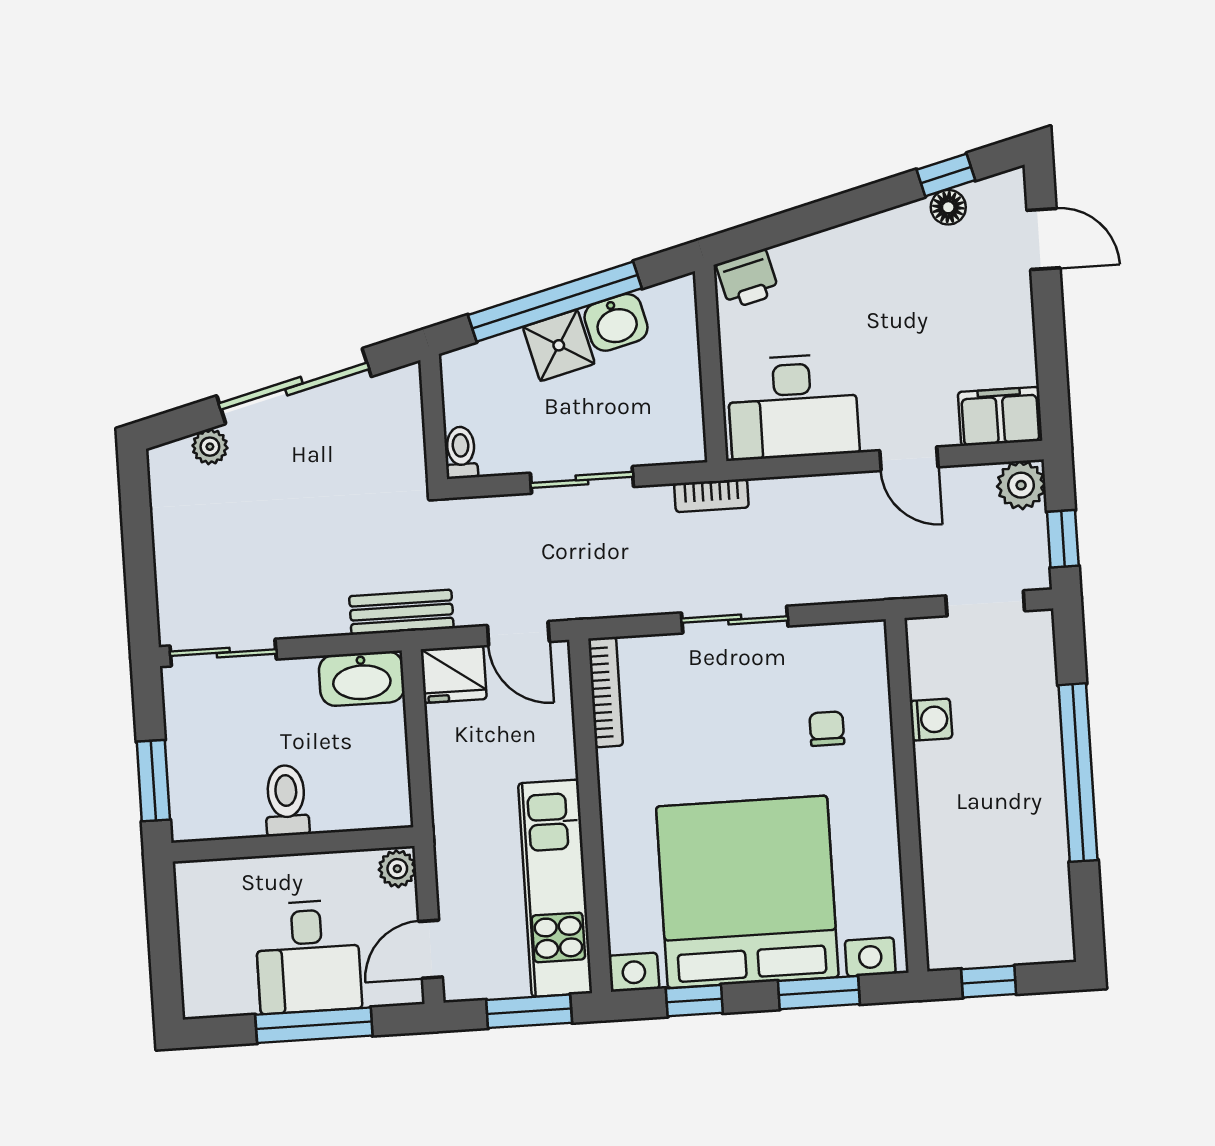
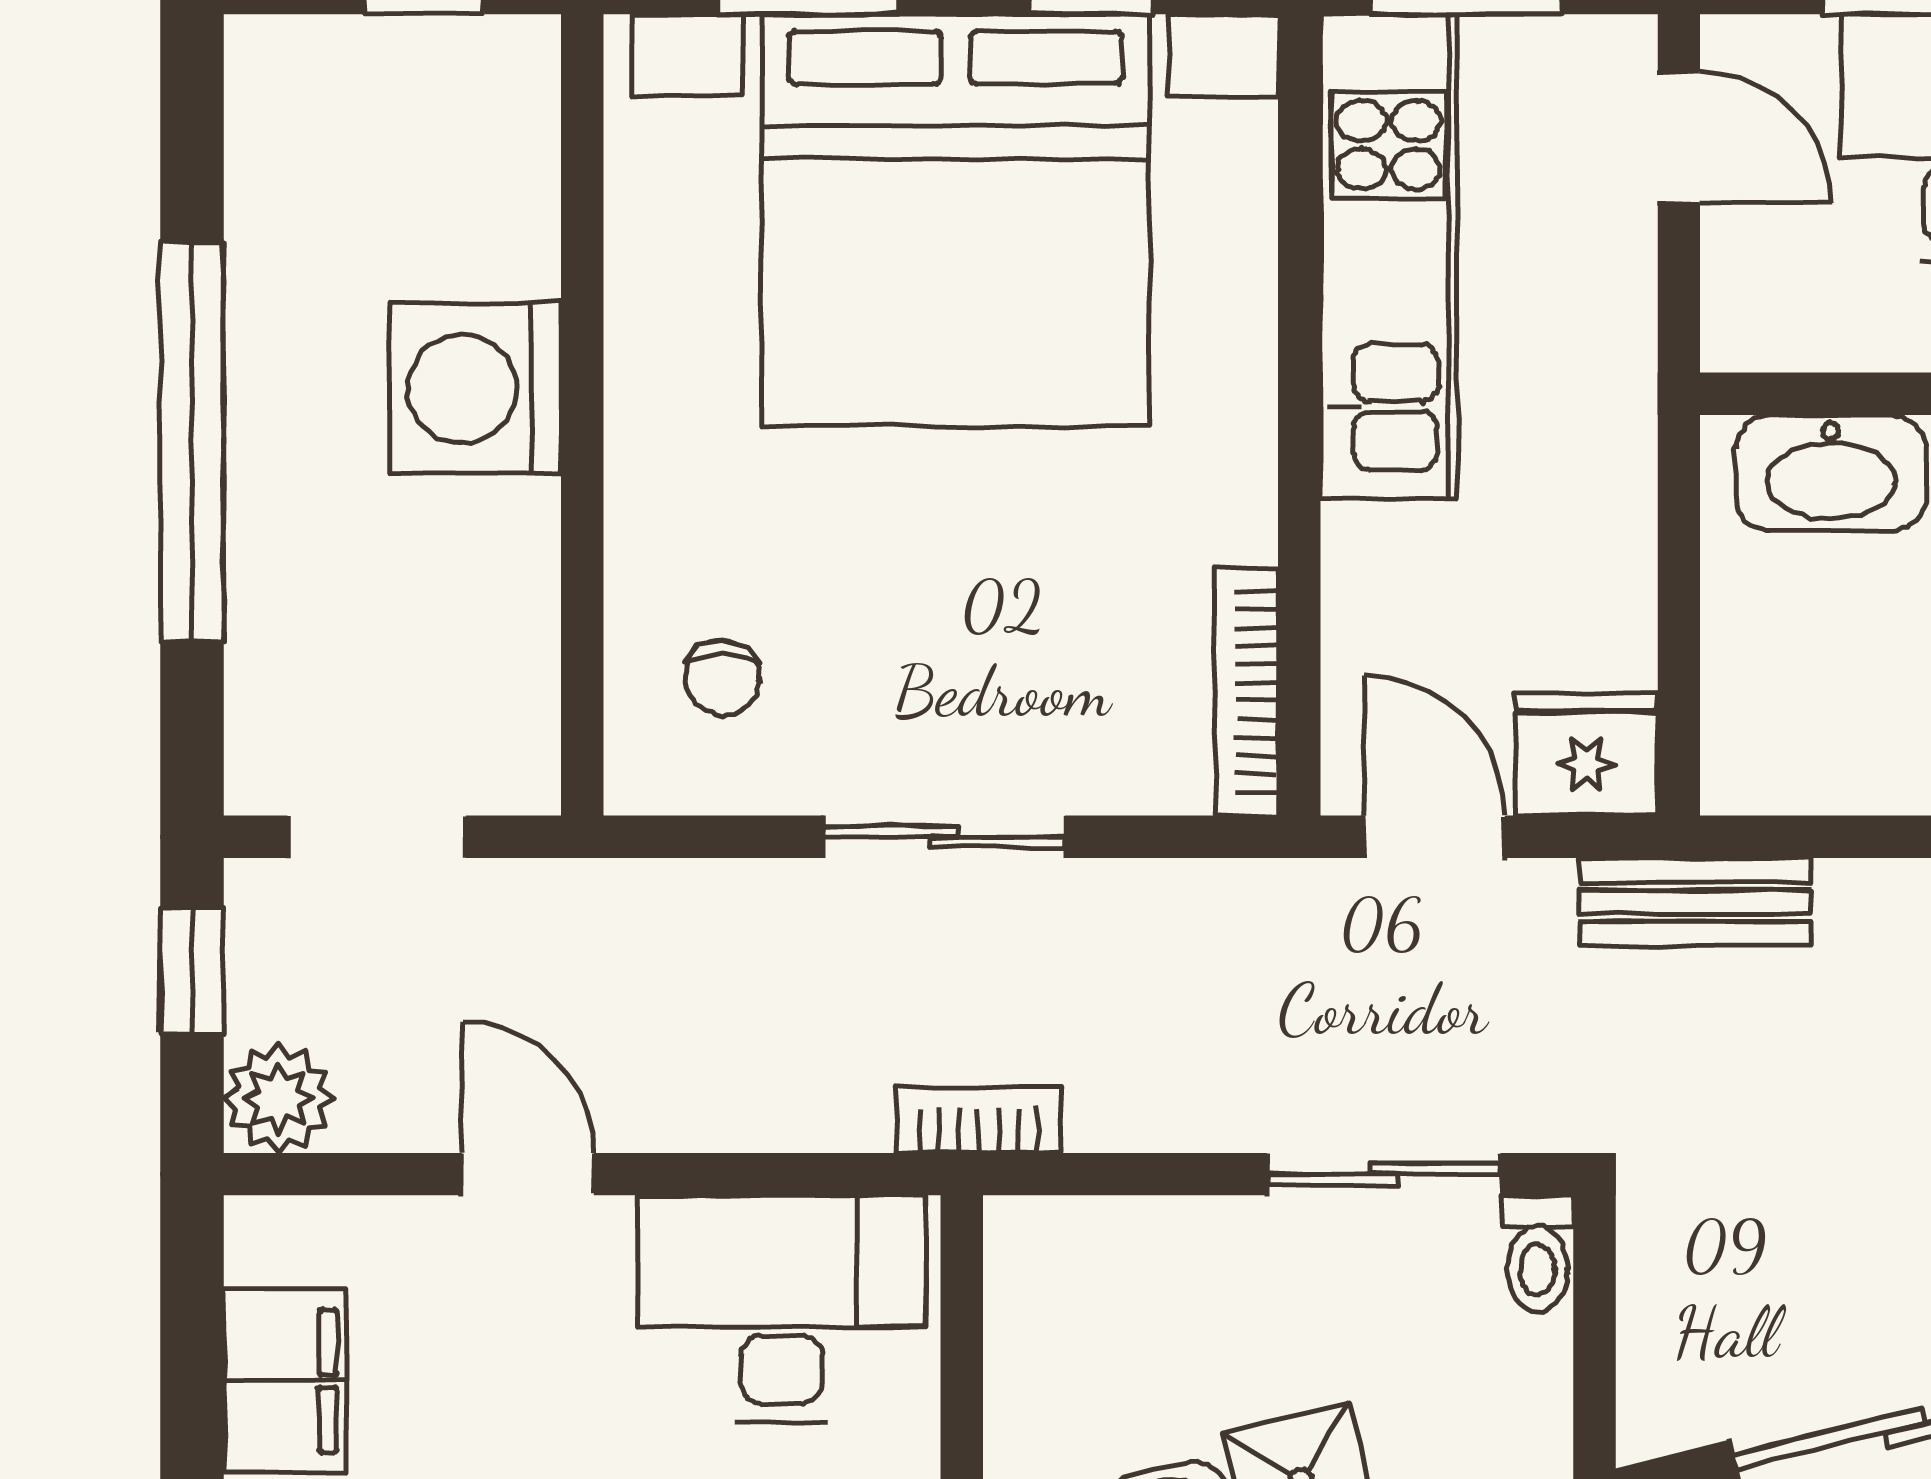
filing cabinet: (1000, 416) -> (285, 1381), moved, turned -90
sliding door: (582, 480) -> (1384, 1174), moved
washbasin: (362, 679) -> (1831, 473), moved, turned 180
washing machine: (931, 720) -> (476, 388), moved, width x1.89, depth x1.89
chair: (827, 729) -> (722, 678), moved
plant: (397, 869) -> (1742, 324), removed
door: (431, 949) -> (1679, 137), hinge flipped

